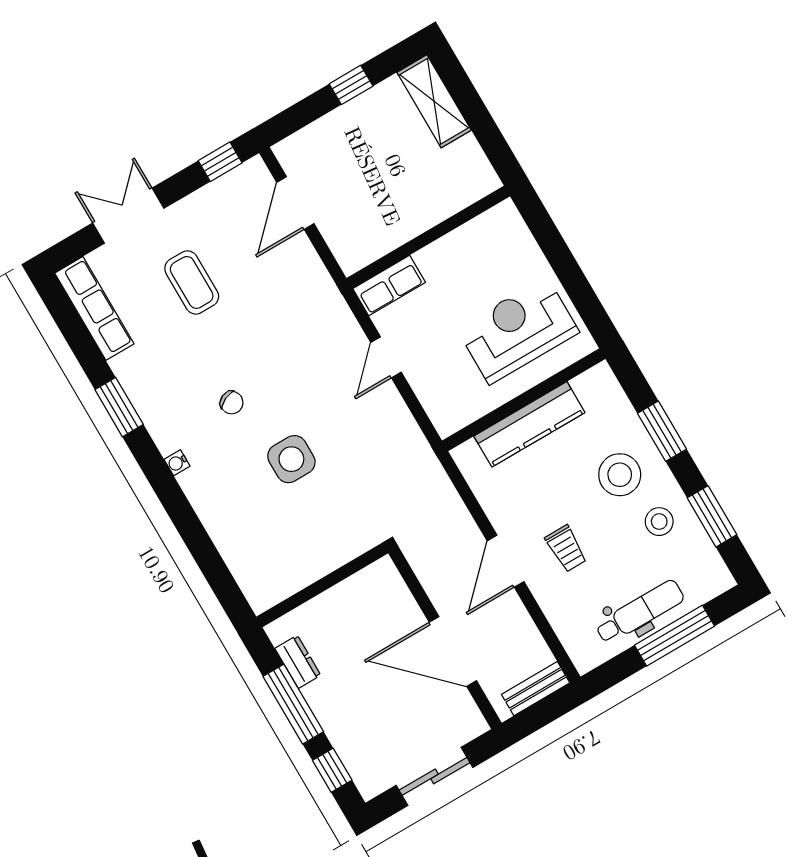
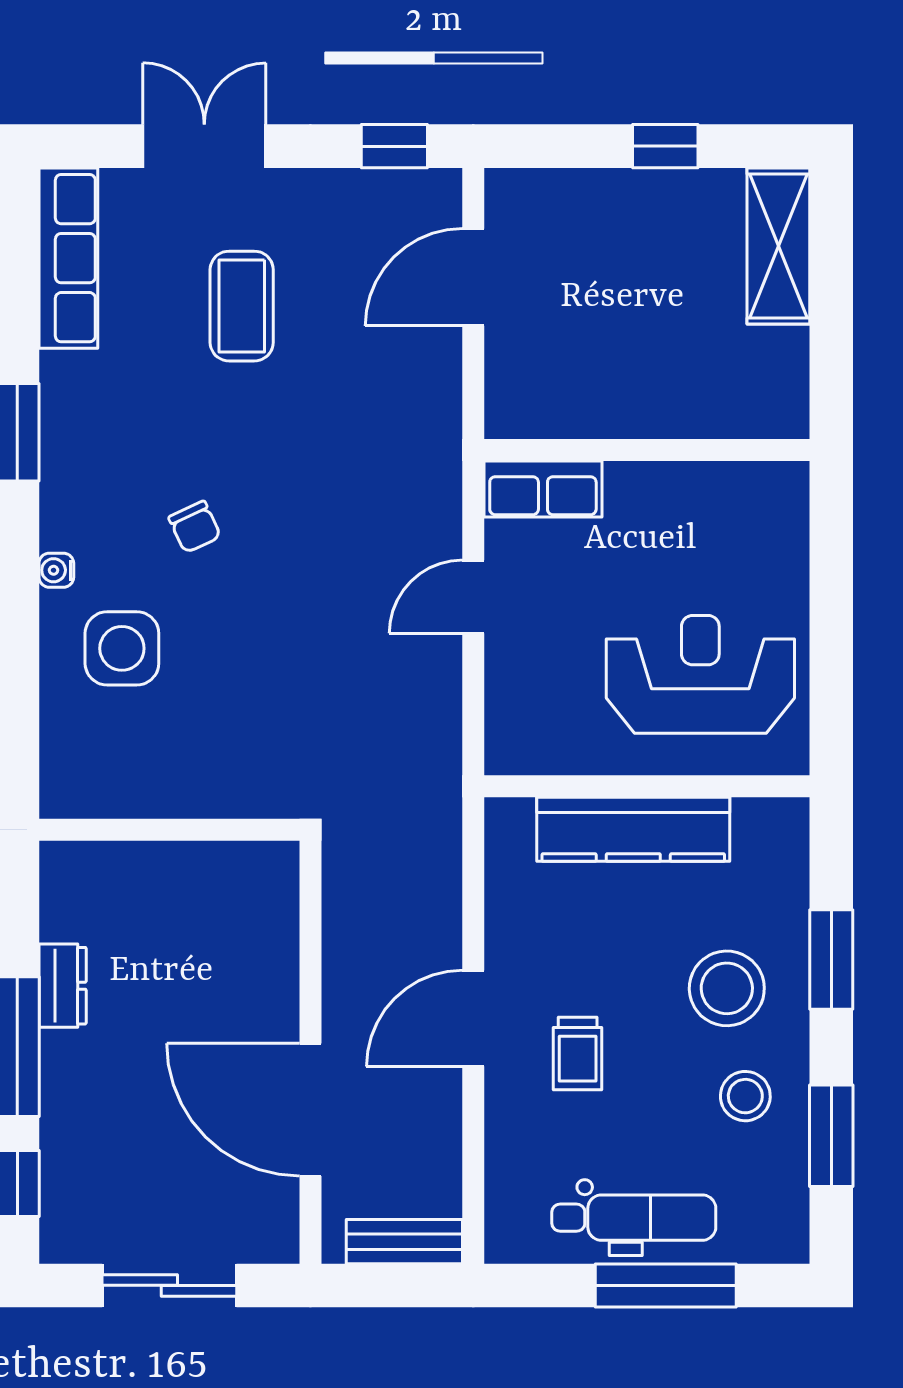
side table: (291, 459) -> (122, 648), moved
wall: (322, 585) -> (169, 830), moved

